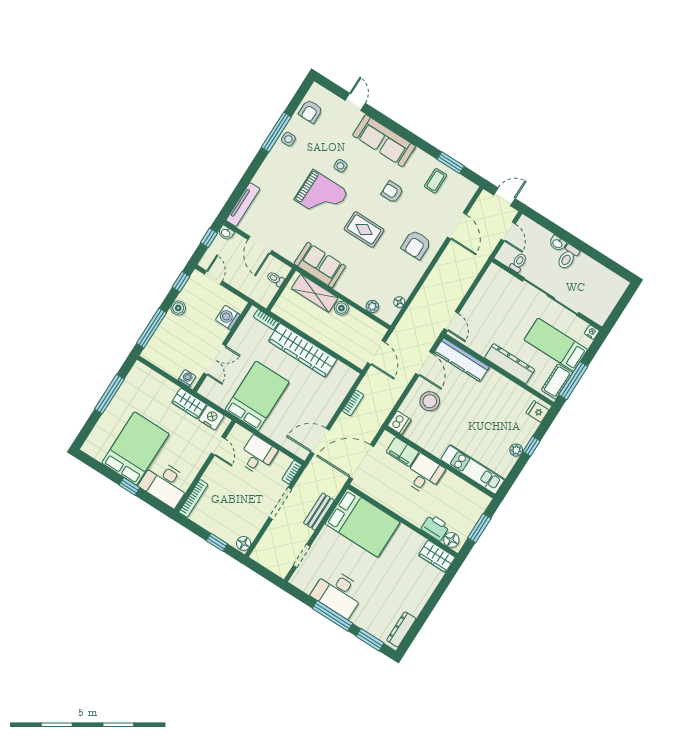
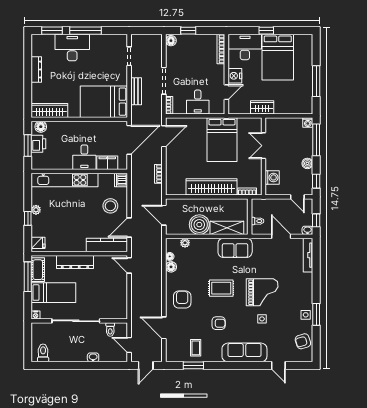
armchair: (310, 111) -> (303, 341), turned -107
window: (276, 132) -> (316, 314), width x0.69
grand piano: (321, 196) -> (262, 292), turned 180
toilet: (568, 257) -> (43, 353), moved
floor lamp: (405, 289) -> (171, 267), added
boiler: (341, 308) -> (199, 225), width x1.86, depth x1.86
door: (424, 363) -> (129, 228), hinge flipped
washing machine: (187, 378) -> (308, 122), moved
nightstand: (211, 418) -> (235, 76), moved, turned 90
door: (218, 446) -> (226, 92), swing flipped
kitchen unit: (473, 469) -> (65, 180), width x1.36
printer: (435, 527) -> (38, 144), moved, turned -90
wardrobe: (437, 556) -> (49, 110), width x1.50
desk: (338, 593) -> (72, 48), moved
dresser: (401, 629) -> (36, 70), moved

